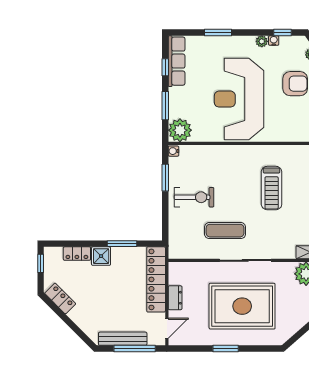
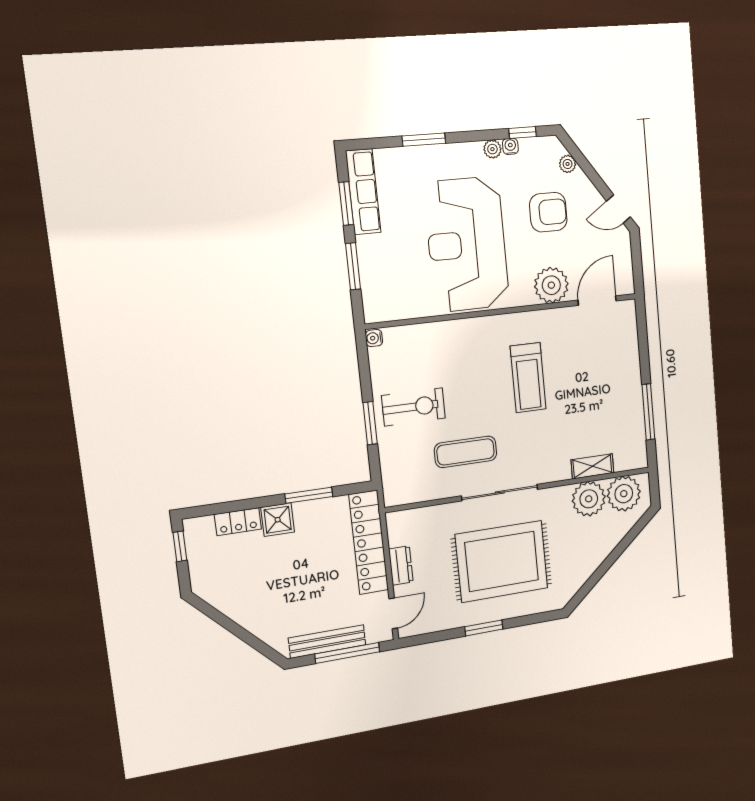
window: (165, 67) -> (346, 203), width x1.50
plant: (180, 130) -> (551, 285), moved
window: (165, 178) -> (370, 423), moved
locker: (60, 298) -> (220, 597), removed

